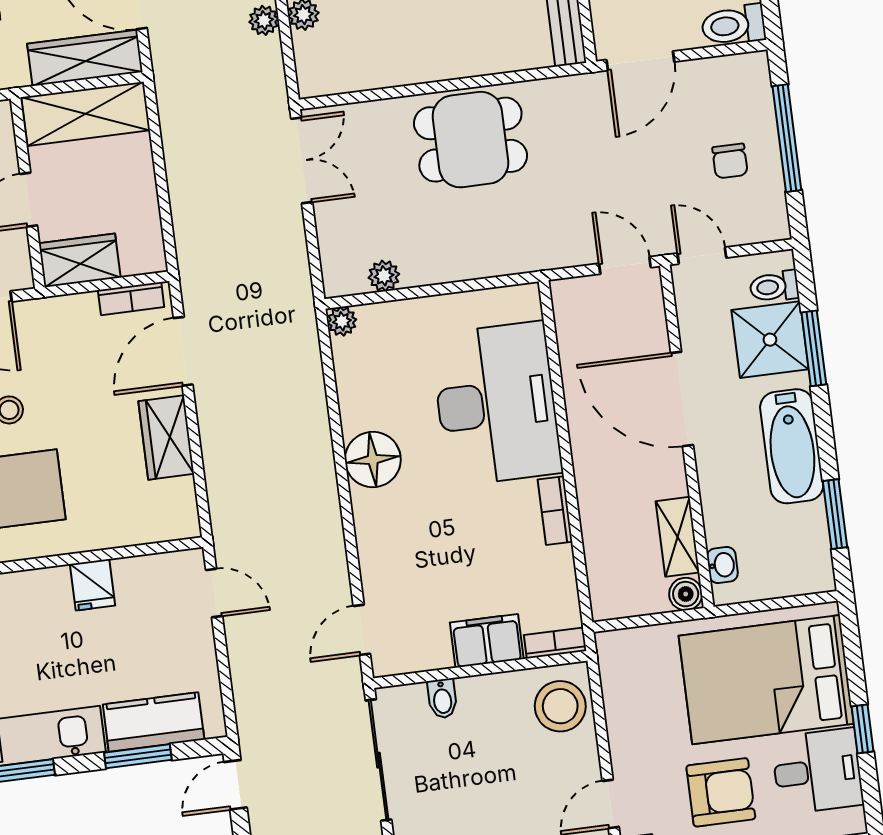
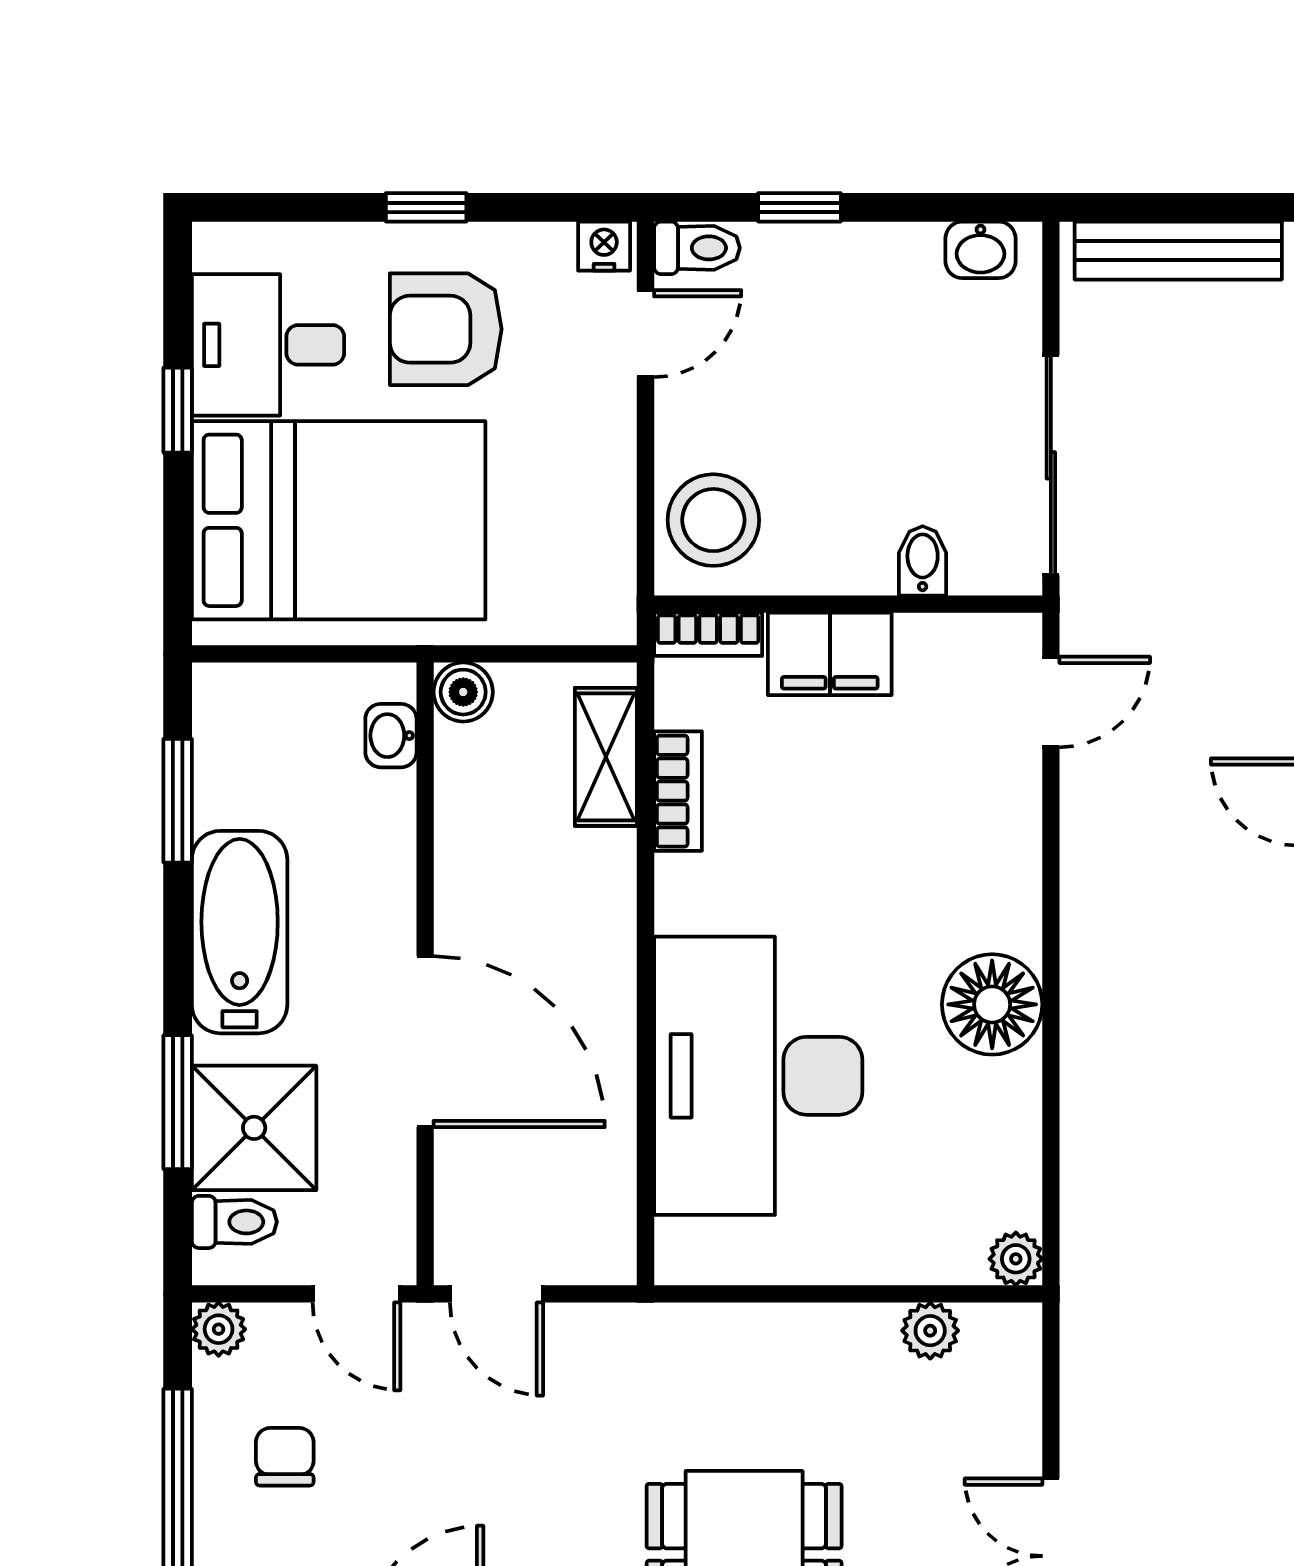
plant: (775, 226) -> (219, 1329), added
bookcase: (555, 511) -> (678, 791), moved
shelving: (678, 537) -> (606, 757), moved

